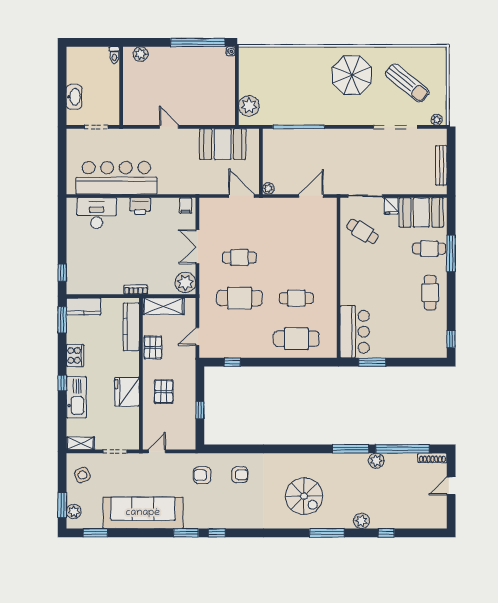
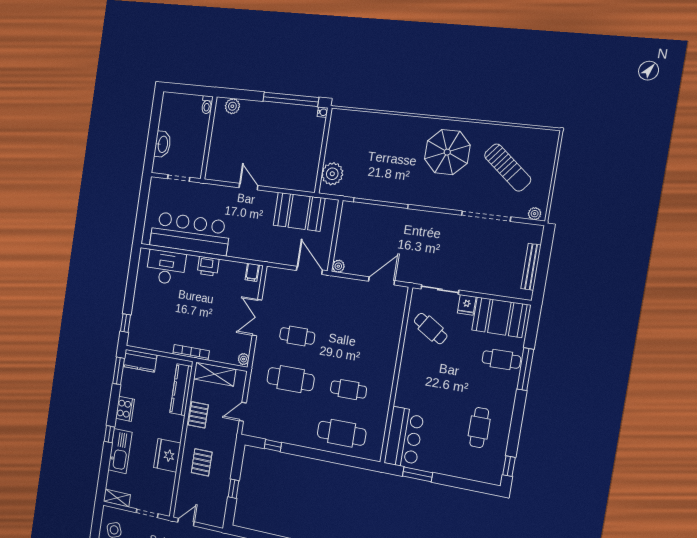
plant: (185, 282) -> (244, 359), width x0.53, depth x0.53
bookcase: (136, 290) -> (191, 352), width x1.56
cafe table: (430, 293) -> (479, 428), moved

